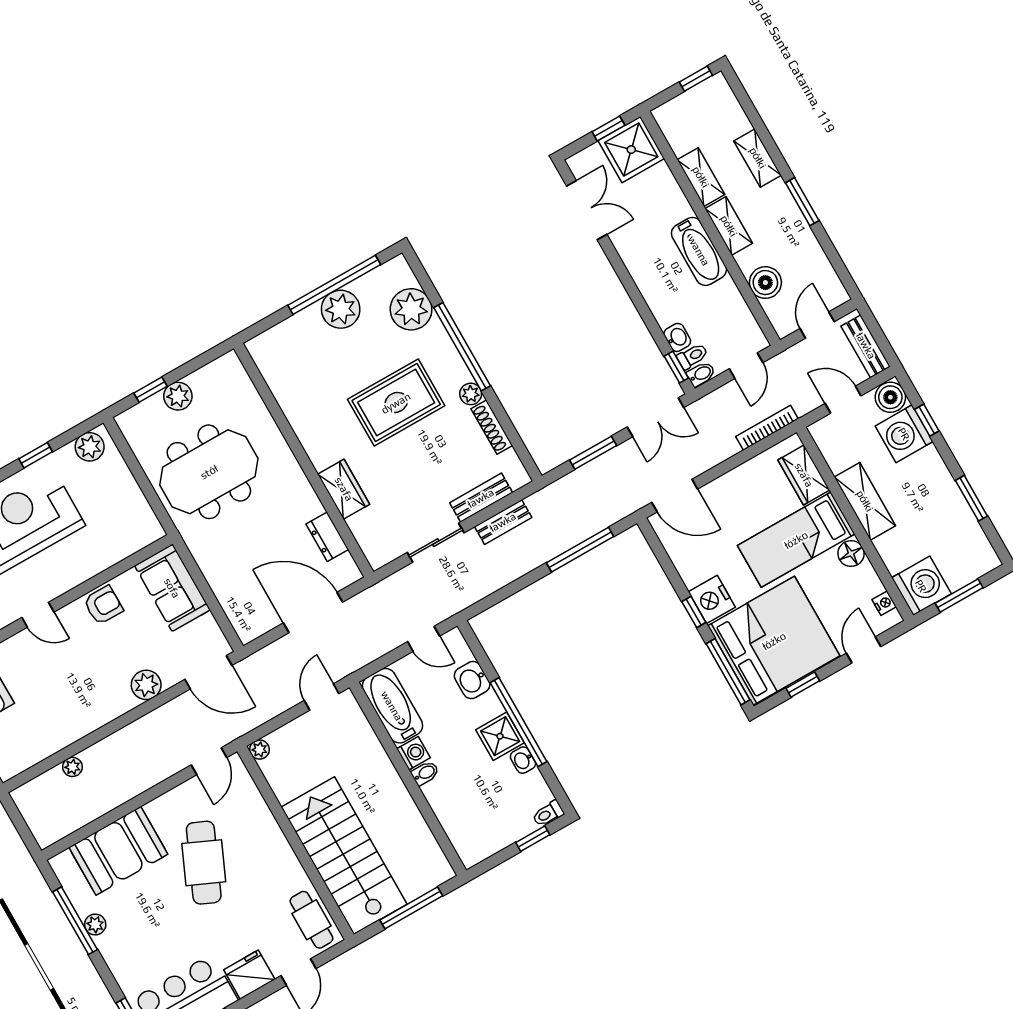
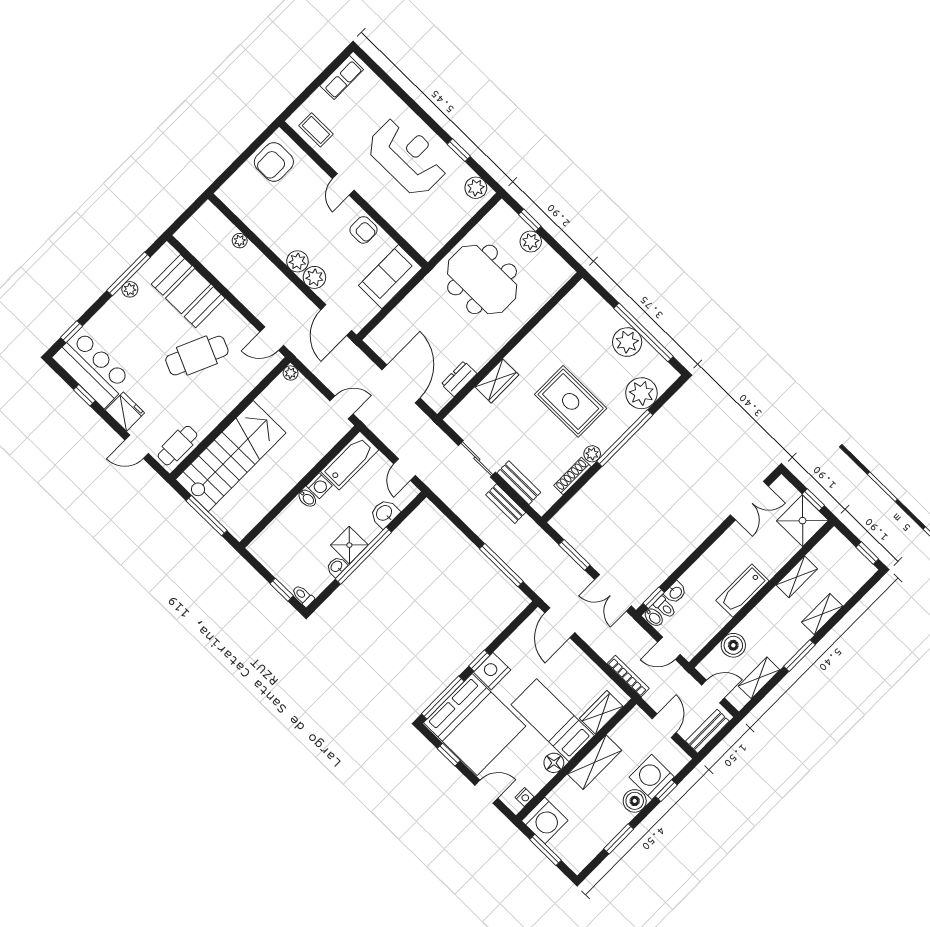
shelving: (729, 226) -> (759, 678), moved
boiler: (890, 397) -> (635, 801), moved
plant: (120, 701) -> (297, 261), added

